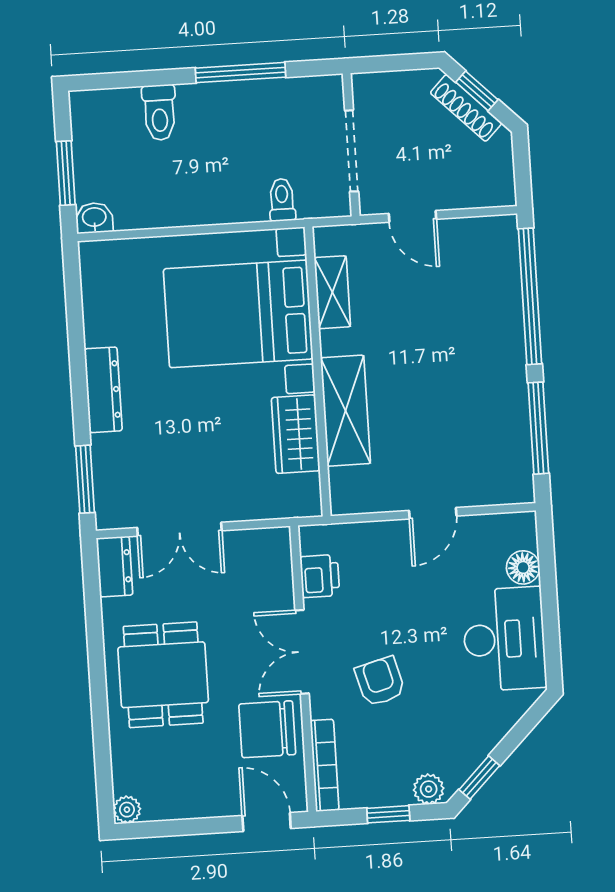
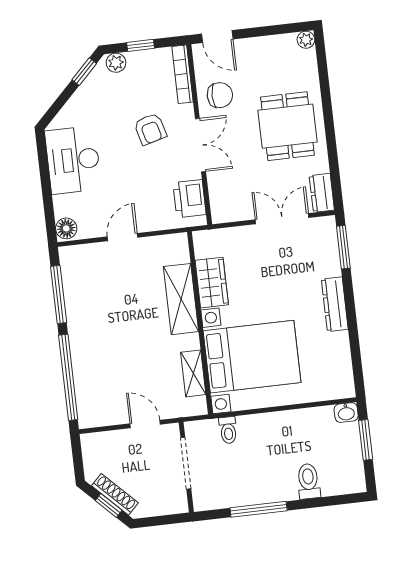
floor lamp: (523, 567) -> (66, 228), moved
printer: (320, 576) -> (189, 199), width x1.36, depth x1.24
chair: (267, 729) -> (220, 95), width x0.73, depth x0.73

